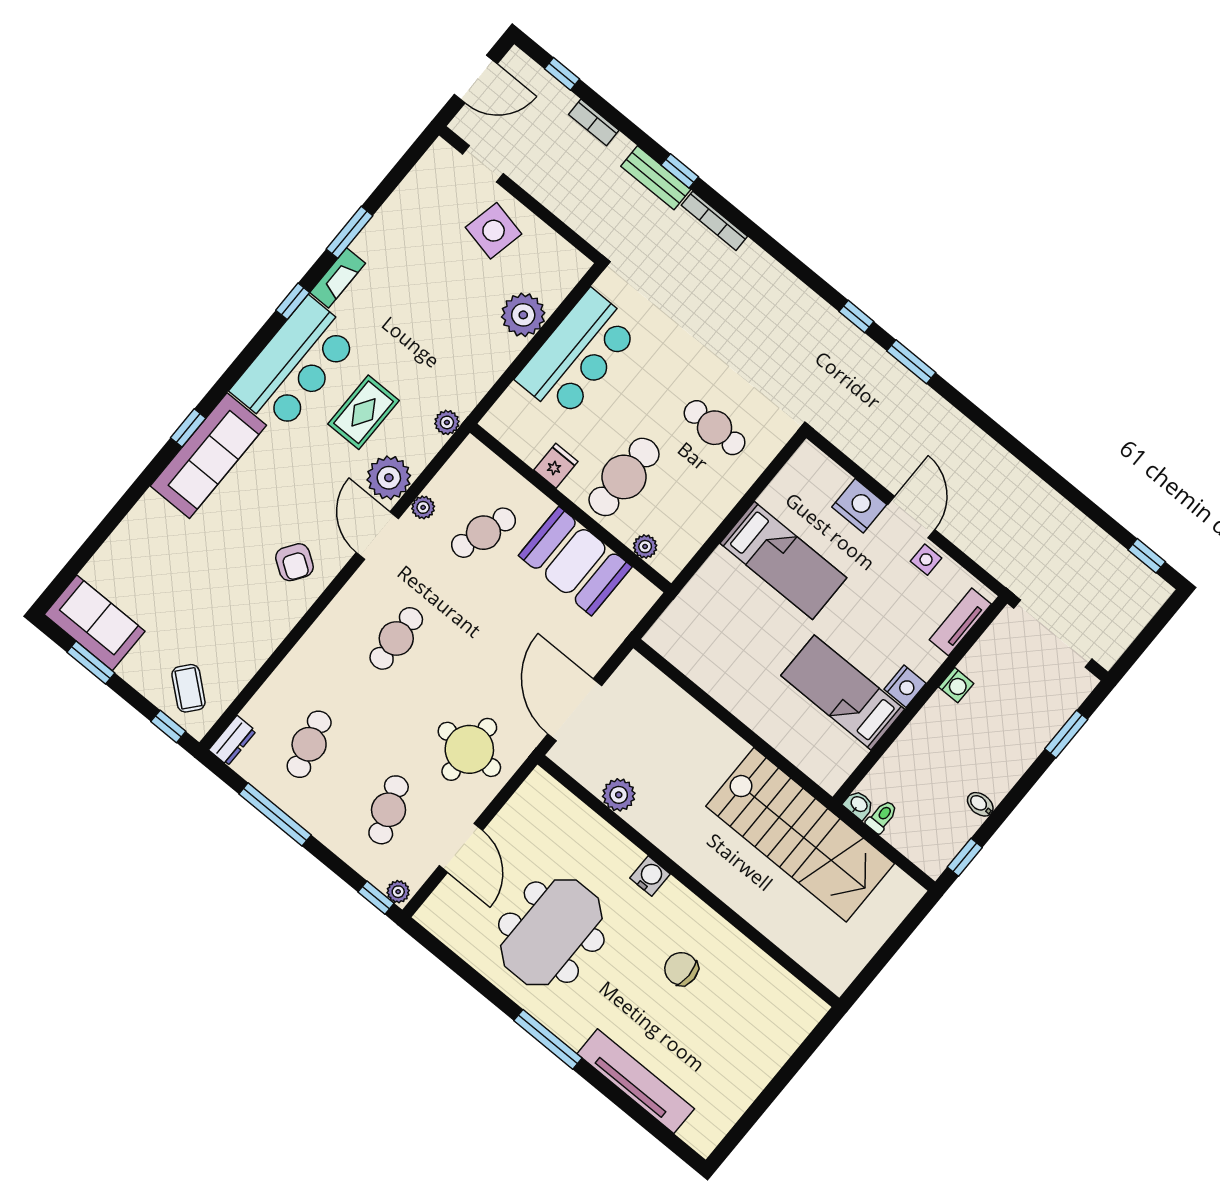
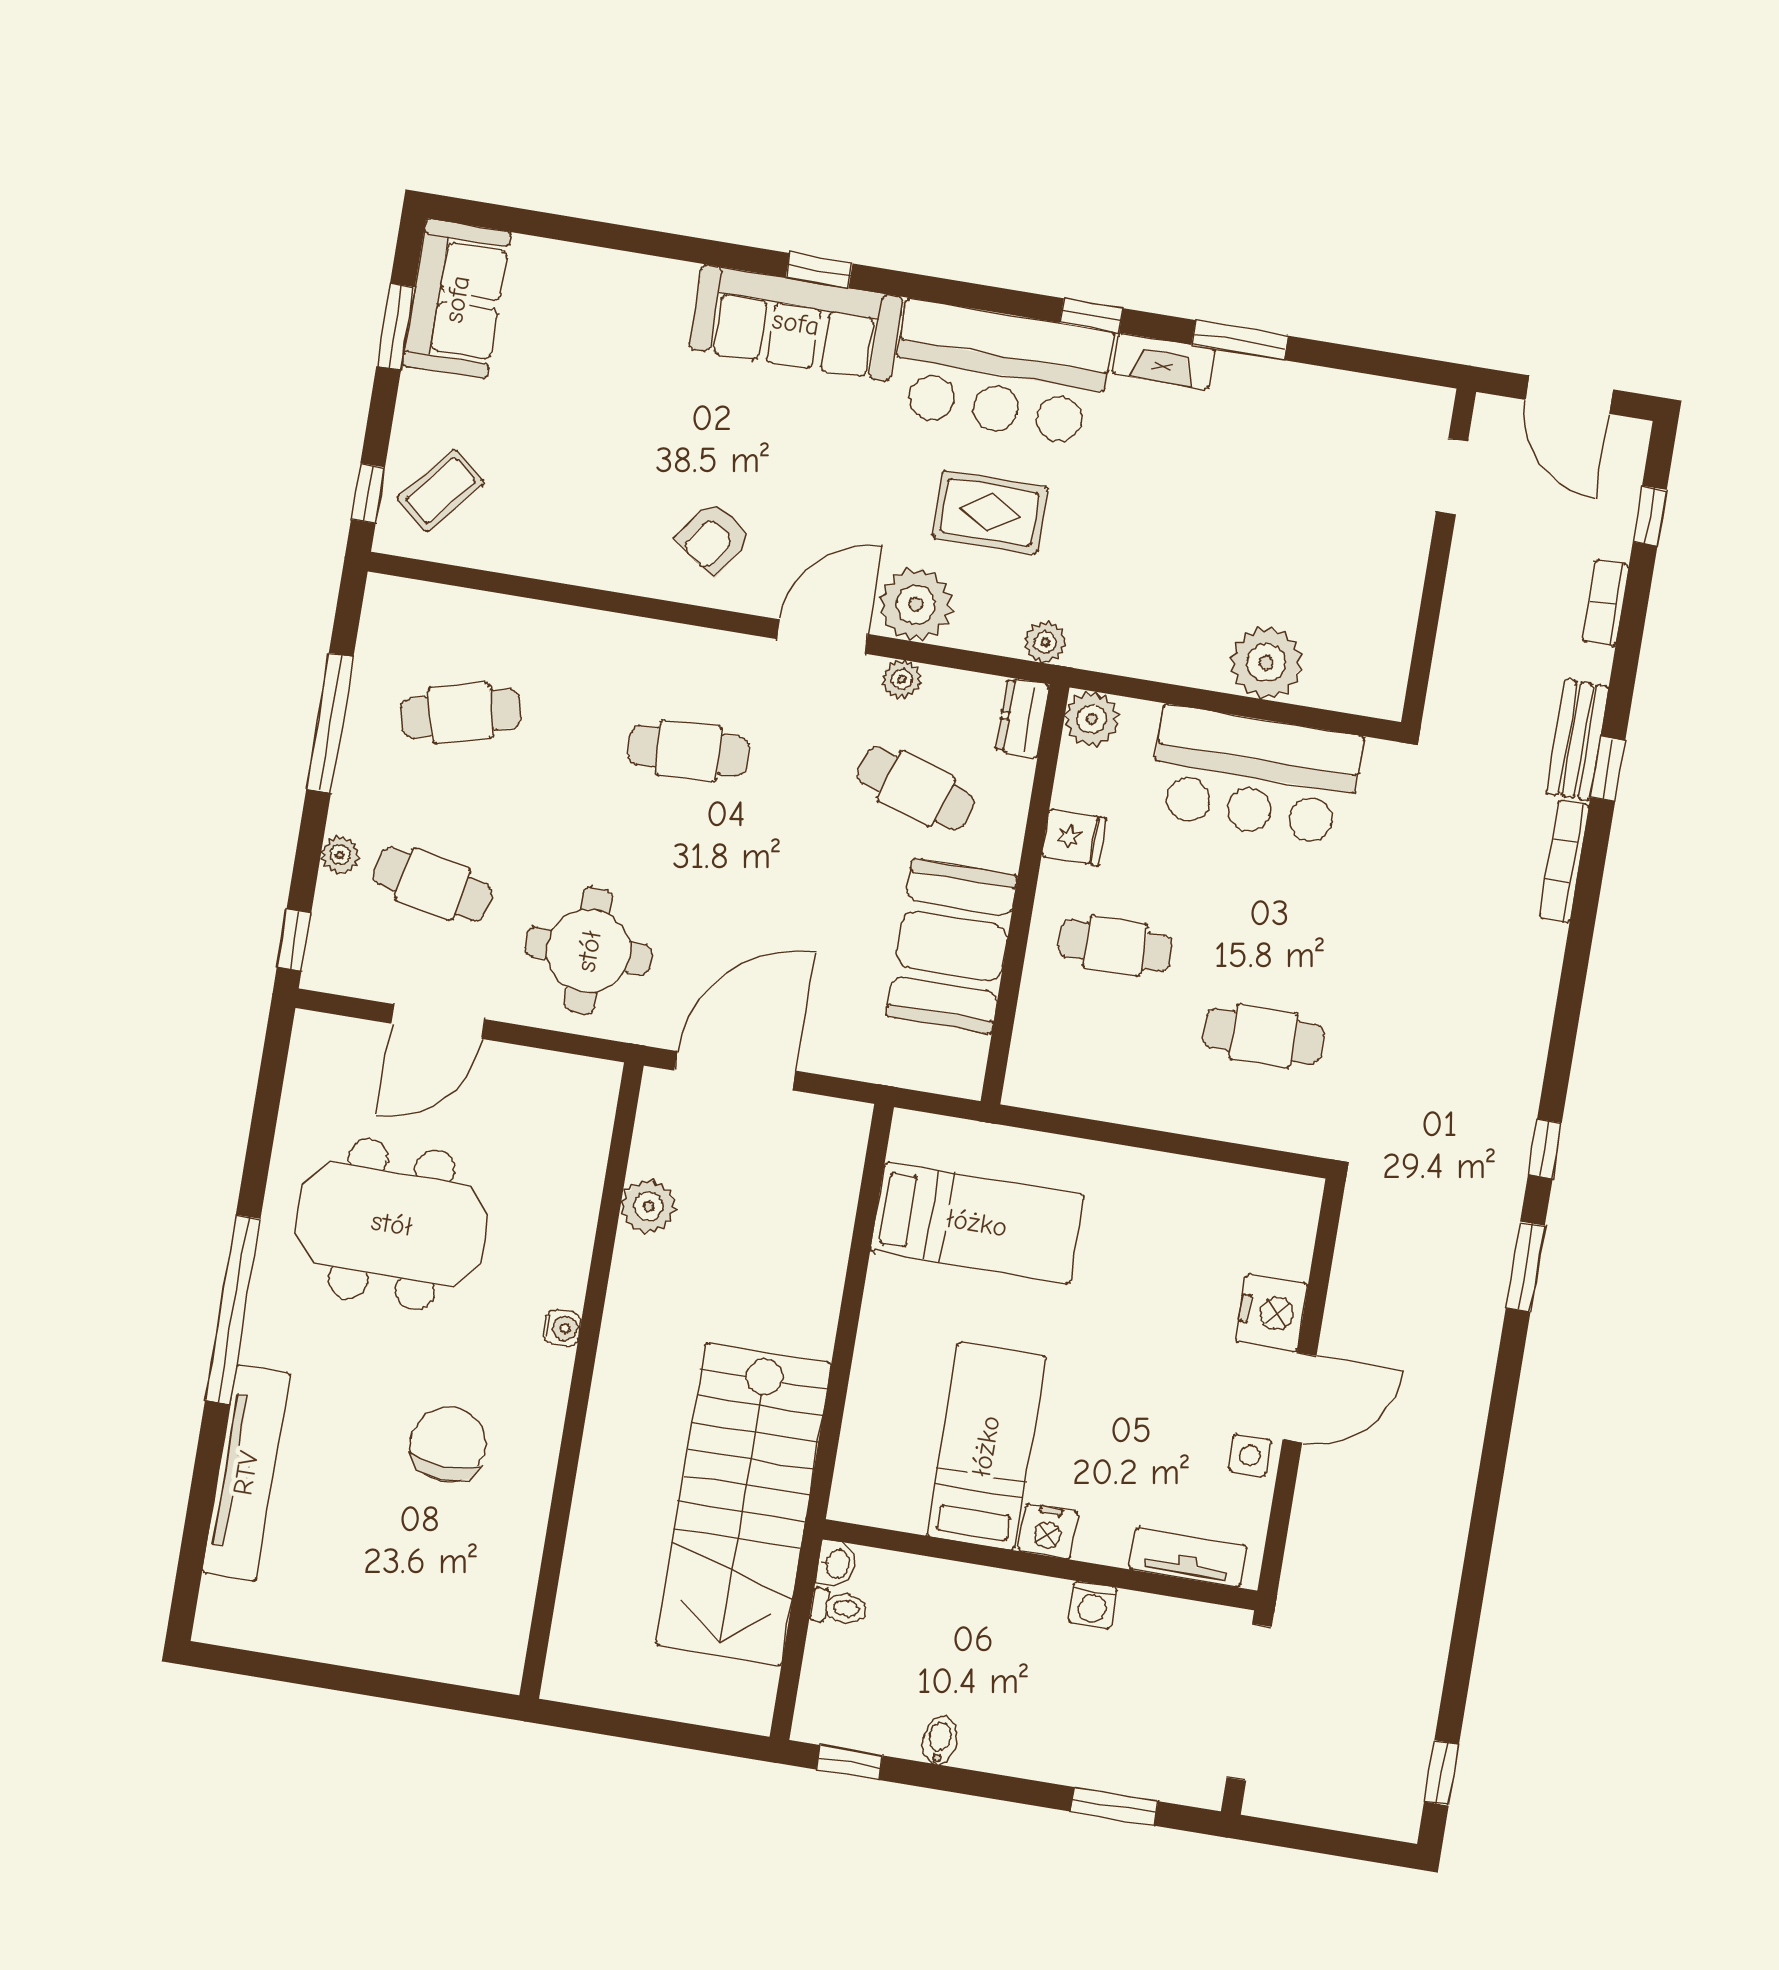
side table: (494, 231) -> (1364, 548), removed
cafe table: (715, 428) -> (1263, 1036), turned 90
cafe table: (624, 477) -> (1115, 946), width x0.73, depth x0.74
plant: (645, 547) -> (1092, 719), moved, width x1.38, depth x1.38
bed: (783, 561) -> (977, 1223), moved, turned -90
dresser: (232, 741) -> (1022, 718), moved, turned 90
cafe table: (389, 810) -> (432, 884), turned 33
water cooler: (650, 876) -> (562, 1328), width x0.72, depth x0.72
plant: (398, 892) -> (340, 855), moved
chair: (681, 969) -> (448, 1444), width x1.37, depth x1.37
window: (548, 1039) -> (233, 1310), width x1.46

